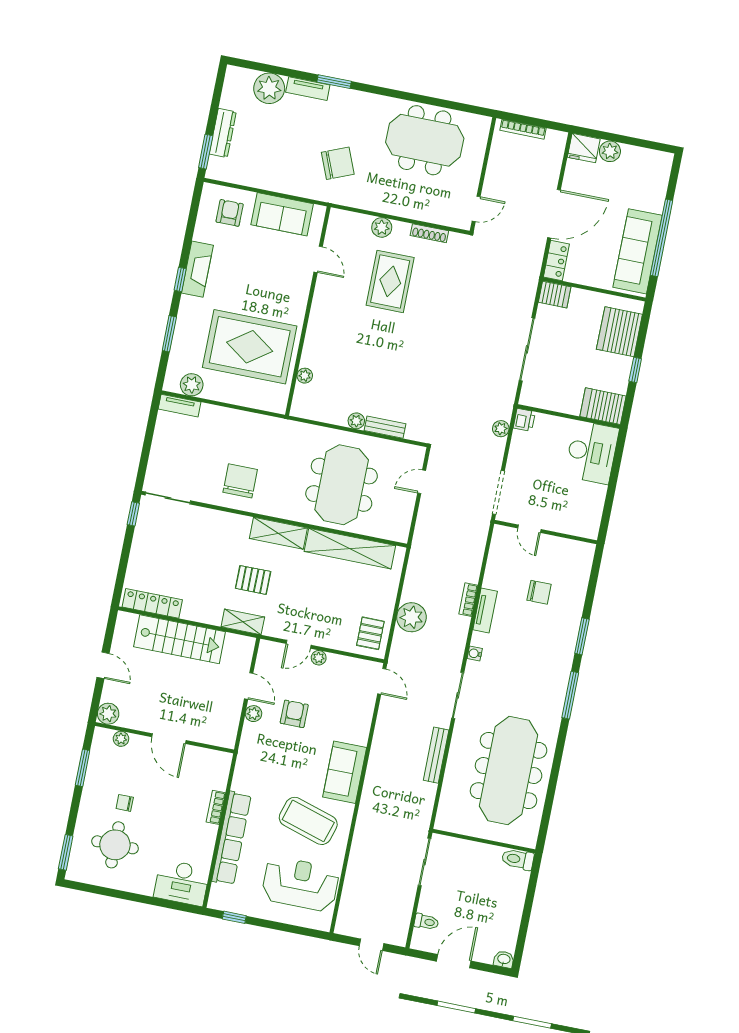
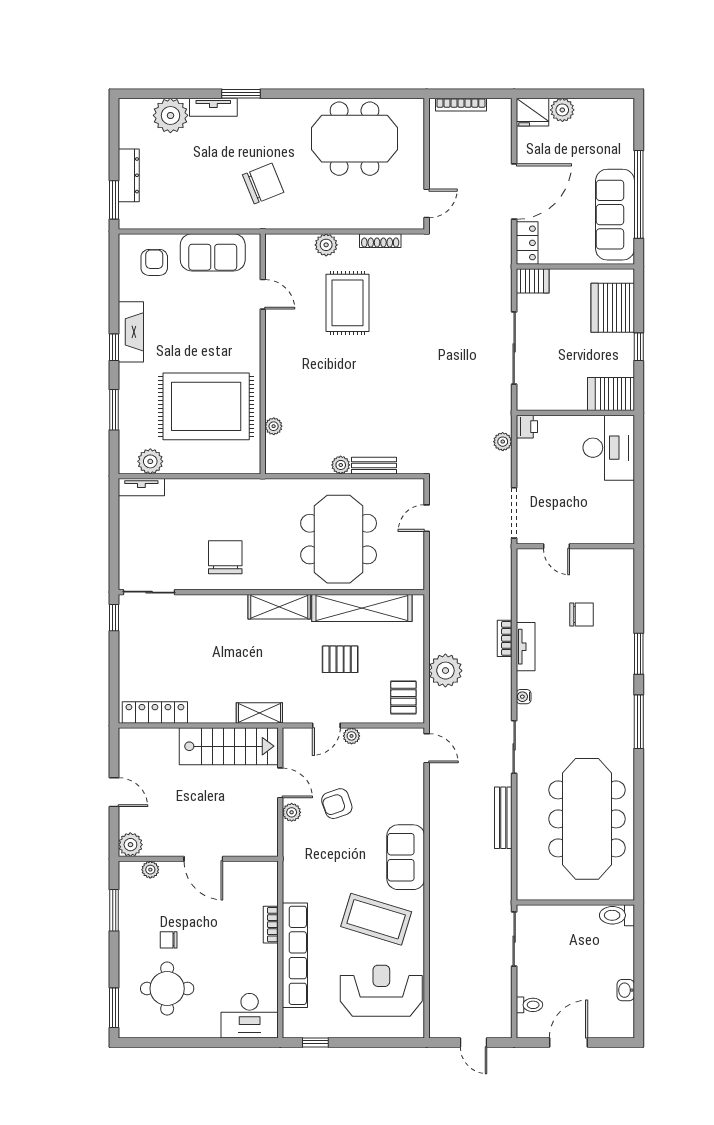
pallet: (253, 580) -> (340, 659), moved
stairs: (179, 639) -> (229, 746), moved
armchair: (294, 714) -> (337, 804), turned -109
washbasin: (504, 959) -> (626, 990), moved, turned -90

